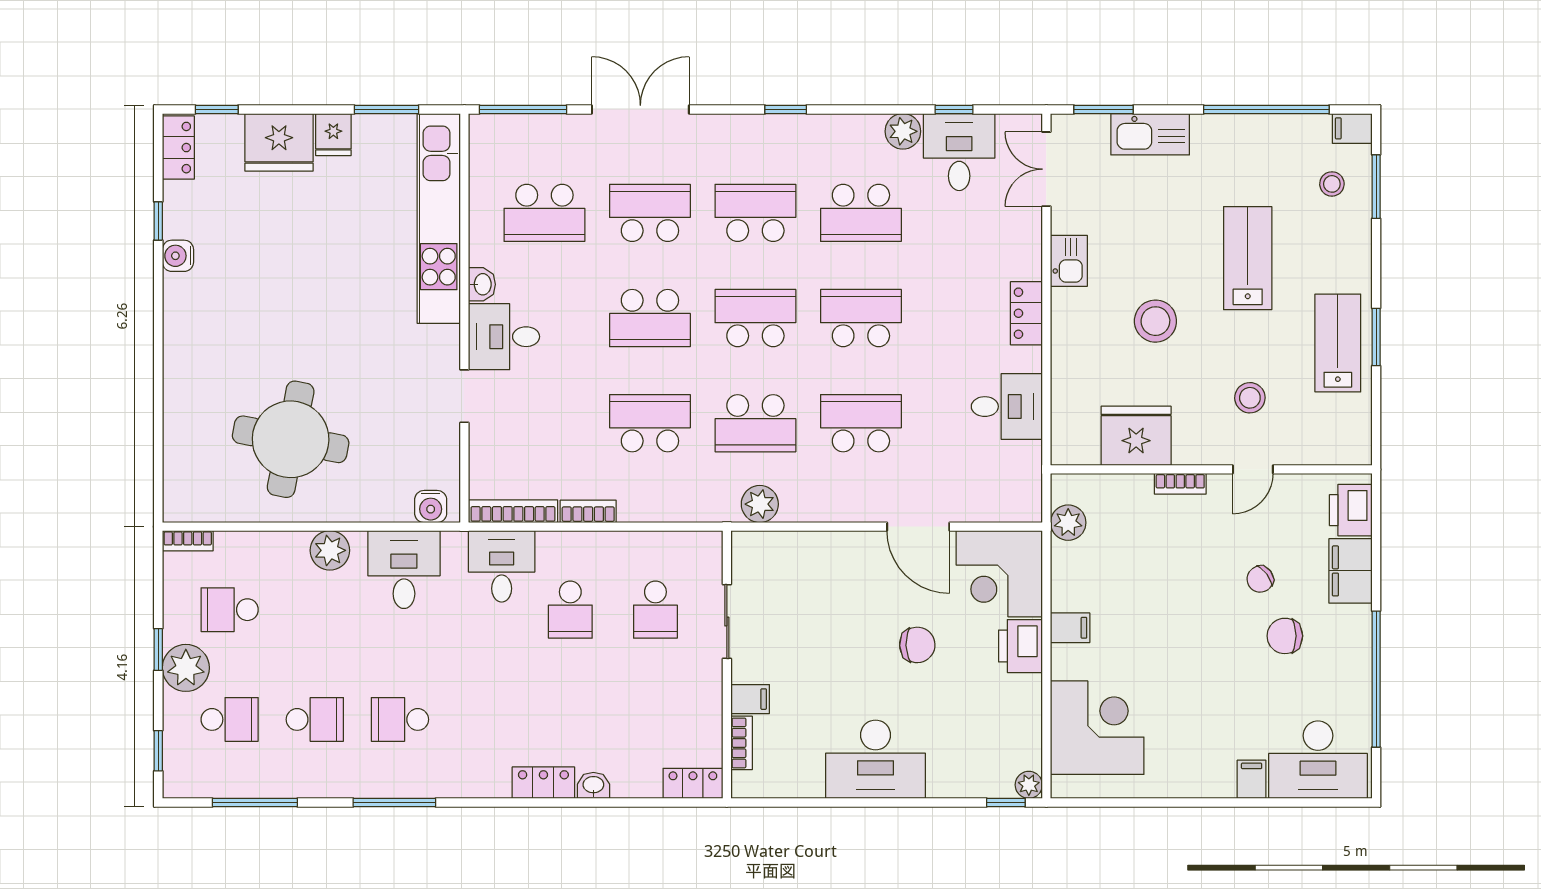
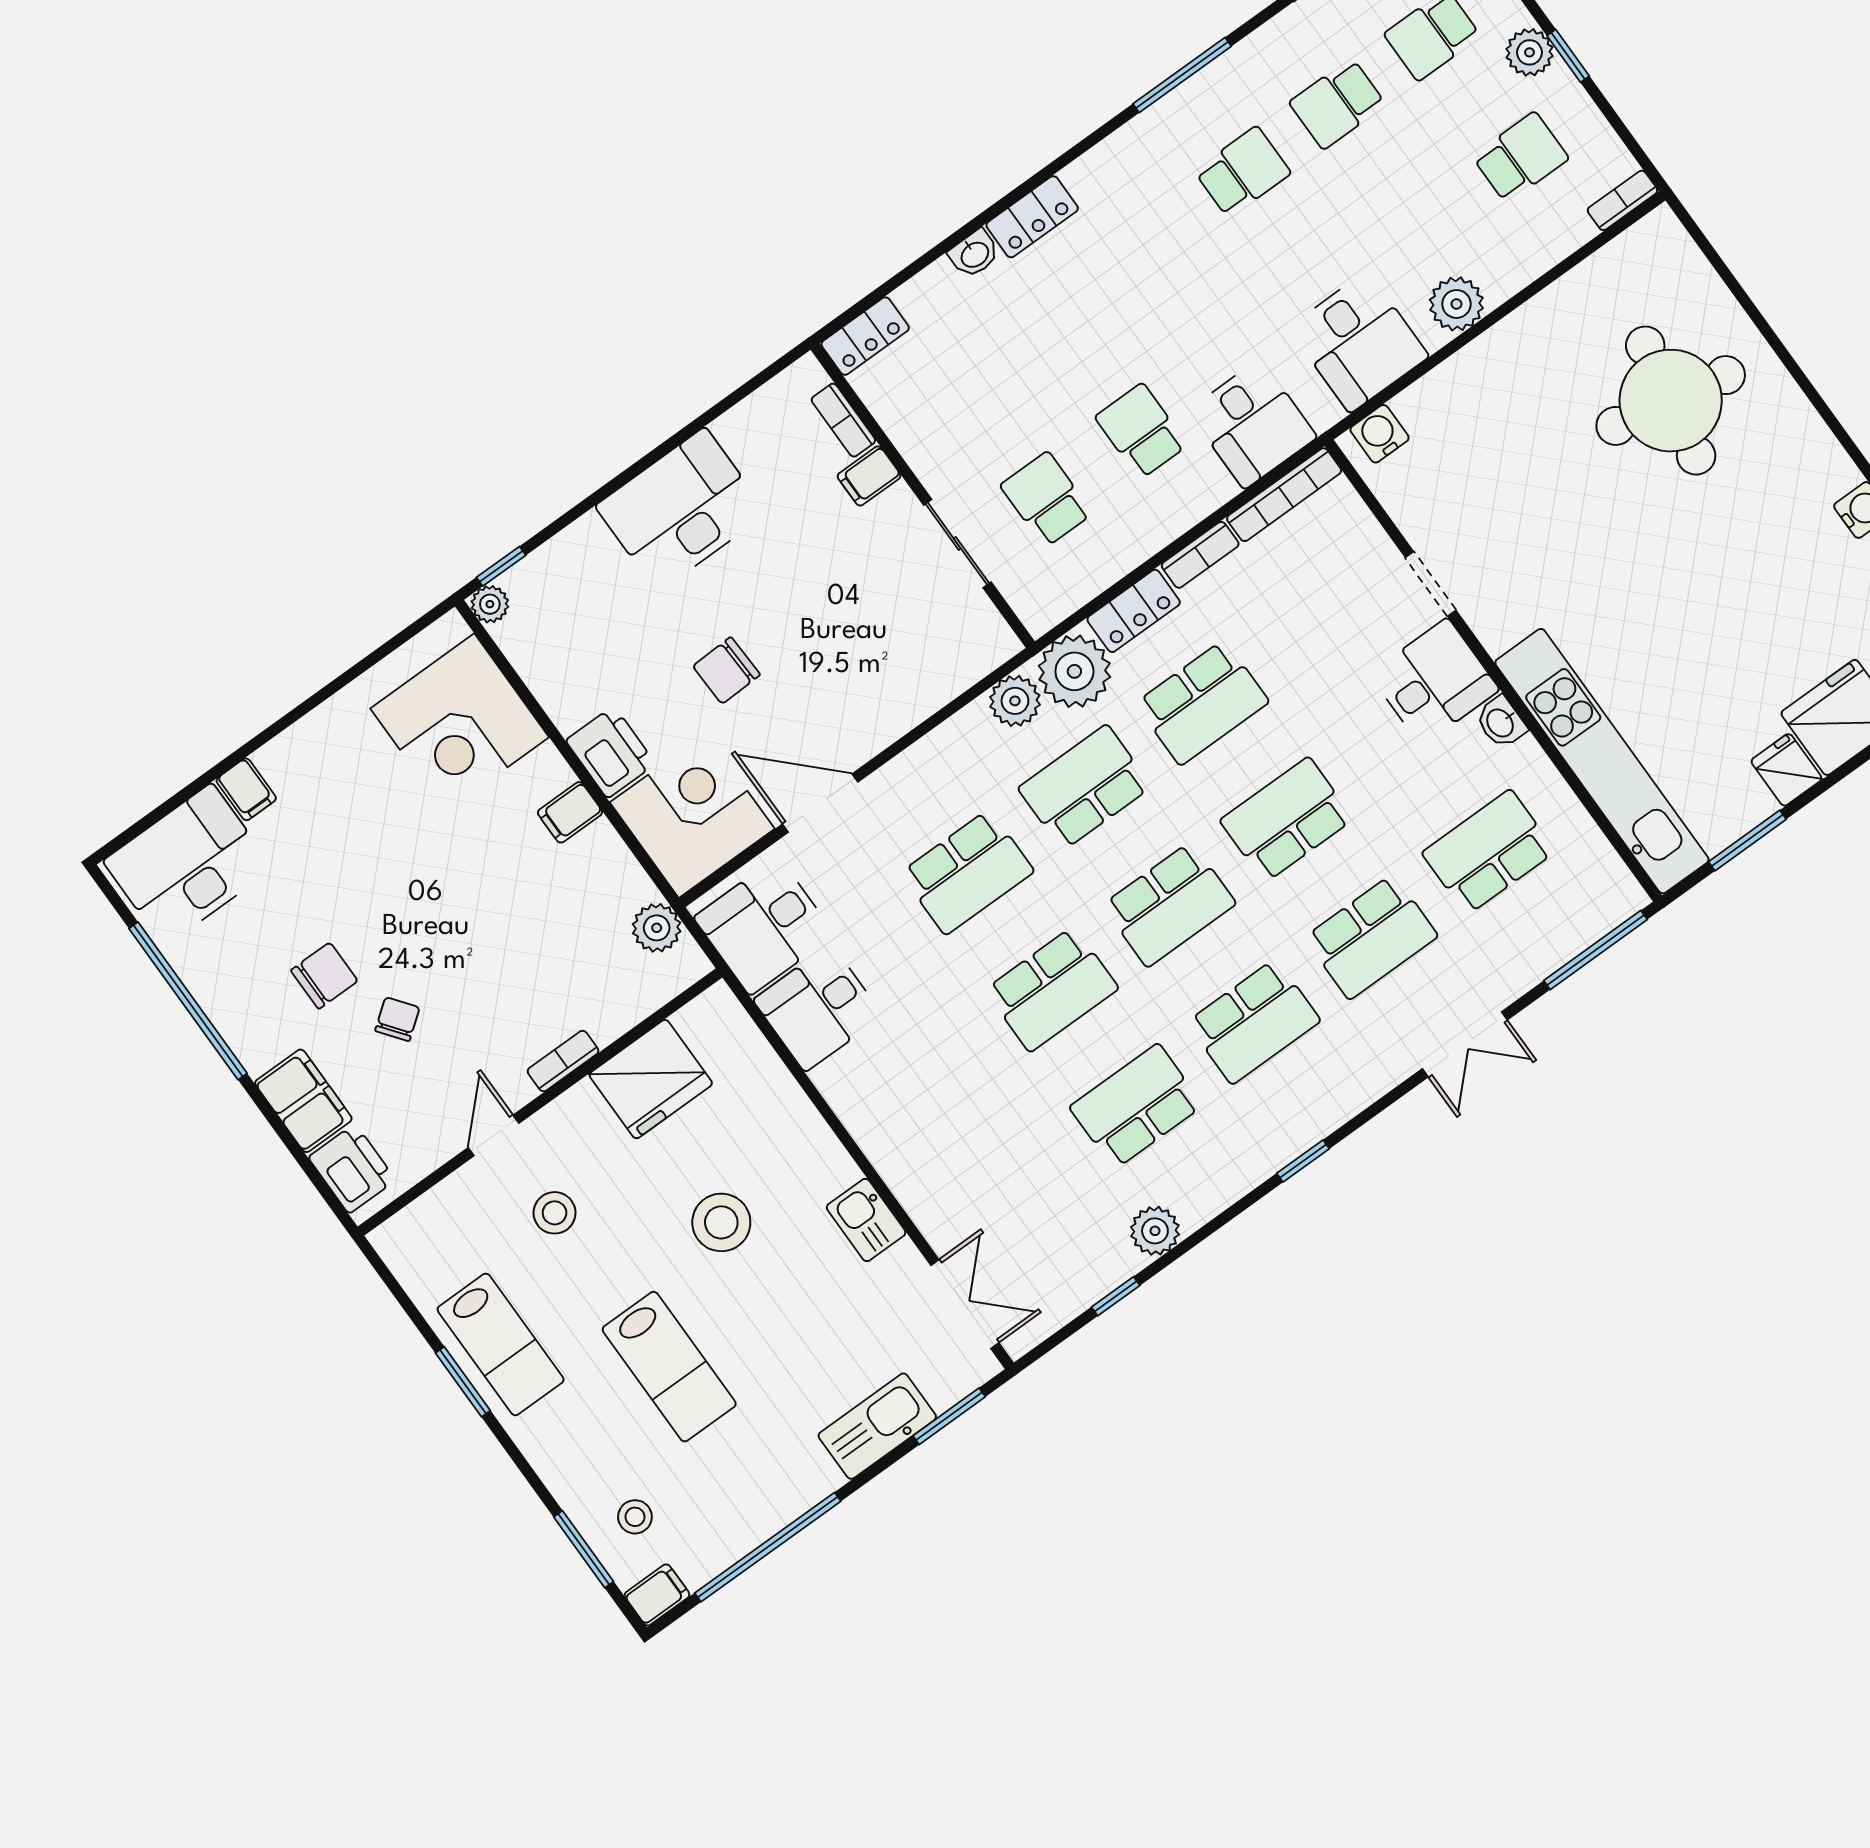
double door: (640, 109) -> (1465, 1044), width x0.73
desk: (959, 152) -> (764, 926), moved, turned 90
locker: (1026, 313) -> (1134, 611), moved, turned 90
round table: (291, 439) -> (1671, 401), moved
plant: (712, 496) -> (1074, 671), added
plant: (186, 668) -> (1529, 52), width x0.73, depth x0.73

